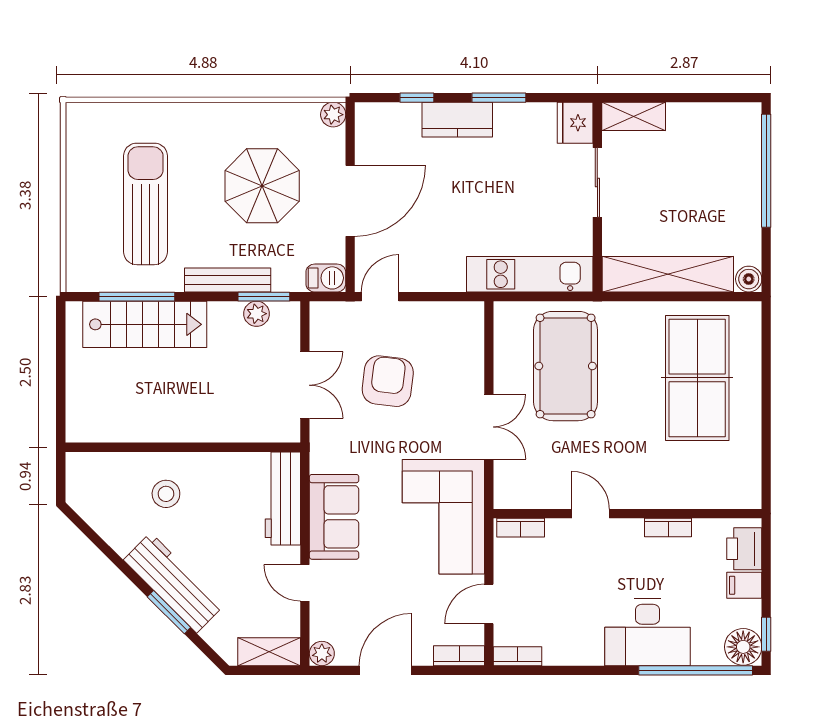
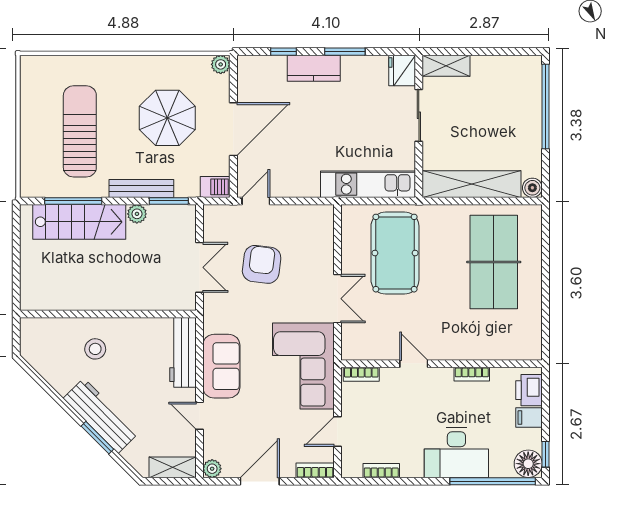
plant: (257, 314) -> (137, 214), moved
bookcase: (518, 656) -> (381, 471), moved

